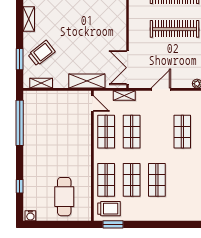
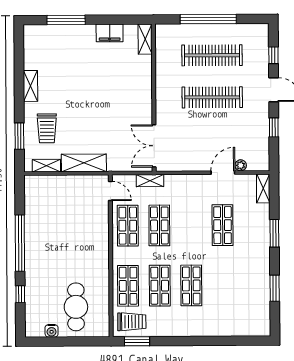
trolley: (42, 53) -> (47, 128), turned 128
shelving: (87, 81) -> (84, 163), moved
door: (161, 89) -> (223, 173), moved
window: (20, 123) -> (20, 243), moved
water cooler: (30, 216) -> (52, 331), moved

